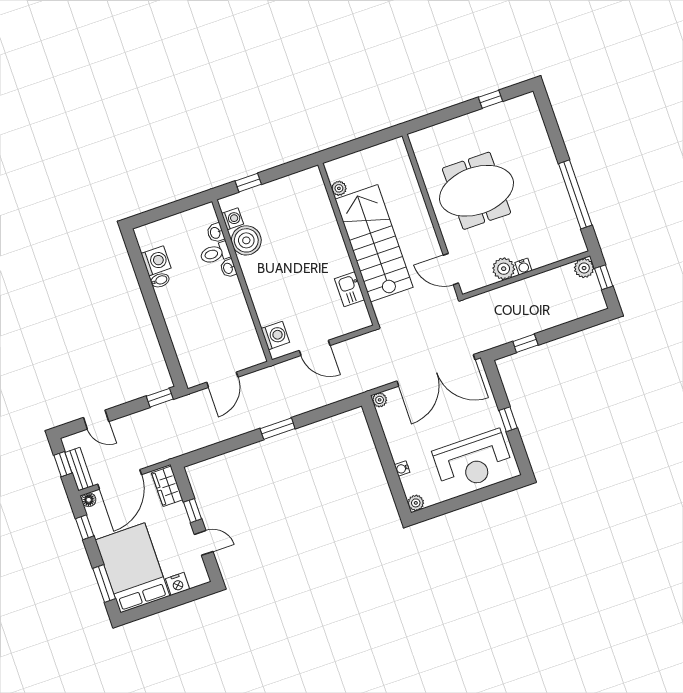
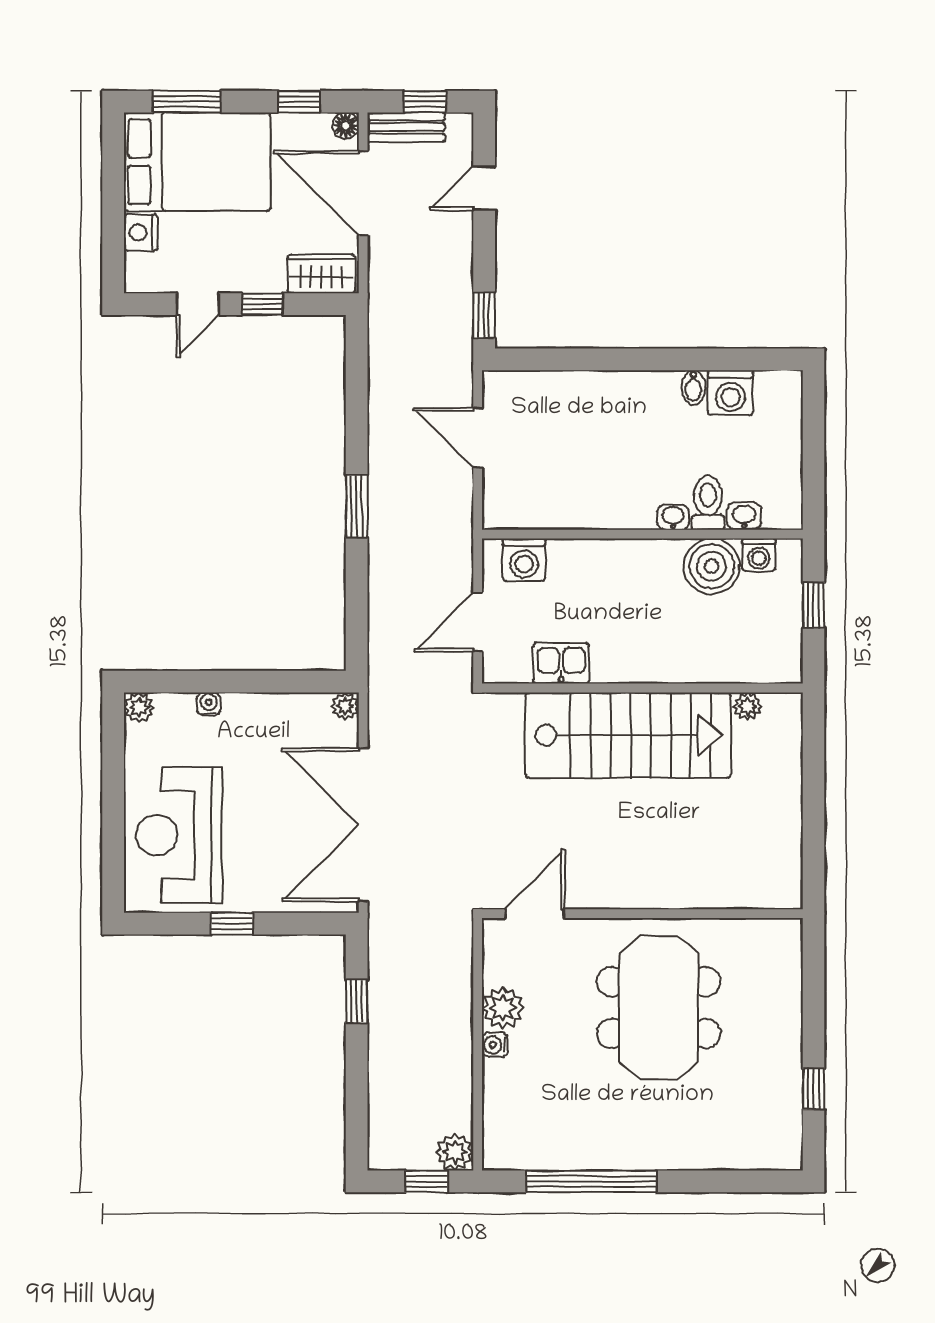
plant: (339, 188) -> (748, 706), moved
stairs: (374, 243) -> (628, 735), moved
wall: (348, 244) -> (642, 688), moved
kitchen sink: (350, 289) -> (561, 663), moved

